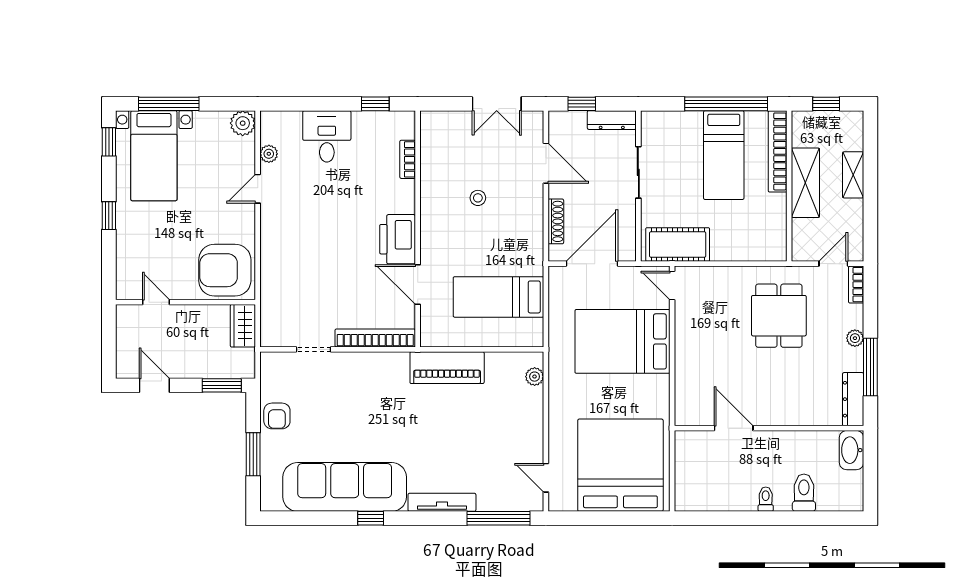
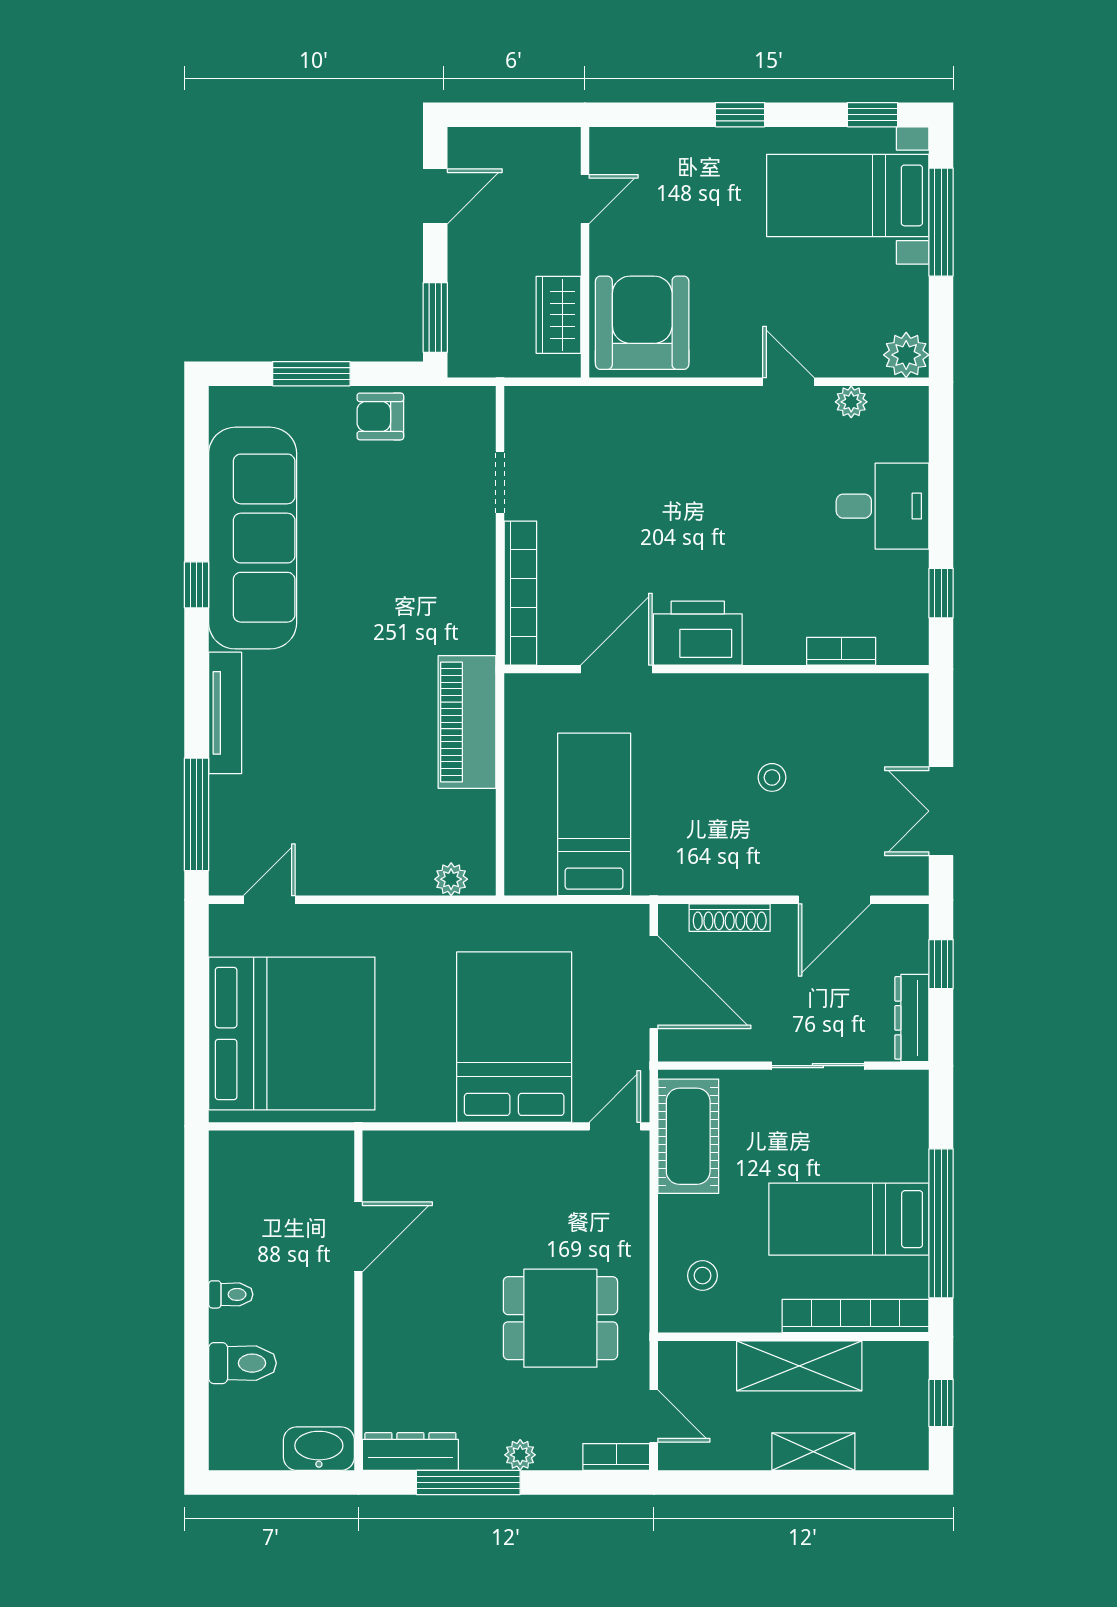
stool: (755, 237) -> (702, 1276), added
wardrobe: (243, 326) -> (559, 315), moved, turned -90

